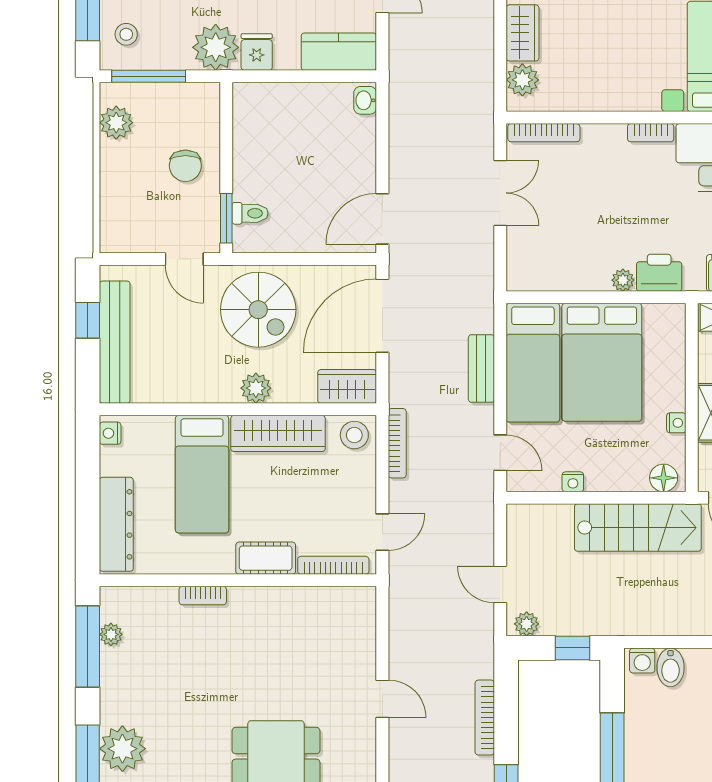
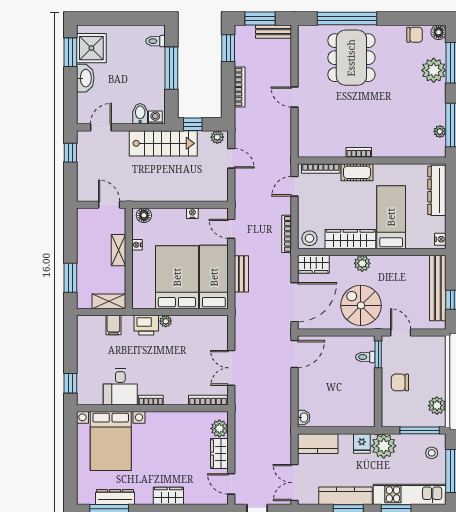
chair: (185, 166) -> (400, 382), turned -90
stairs: (638, 528) -> (163, 143), moved, turned 180
bookcase: (203, 596) -> (359, 152), moved

